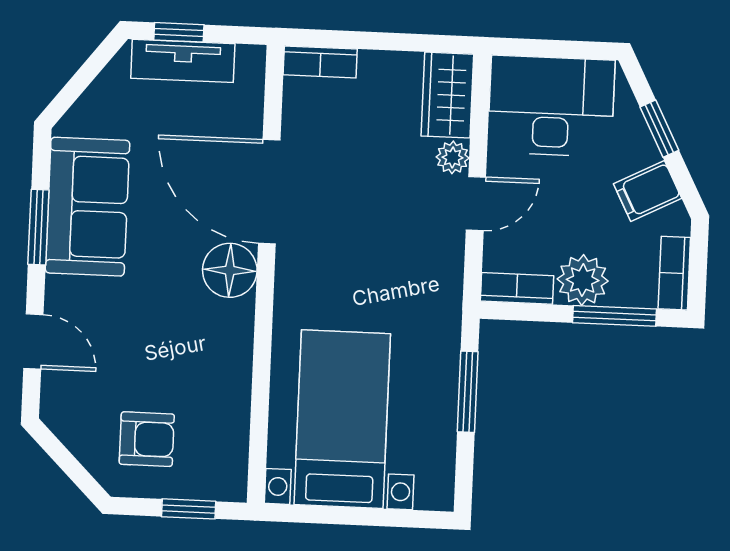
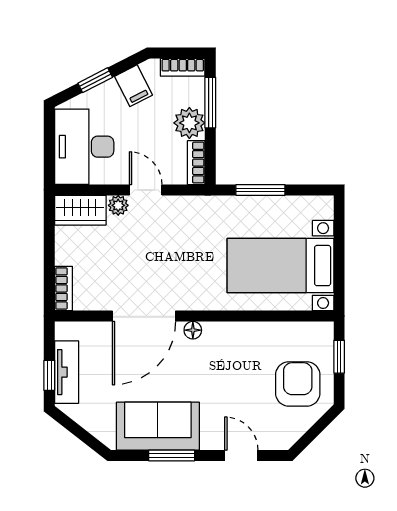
floor lamp: (230, 270) -> (193, 330), width x0.53, depth x0.53
door: (33, 341) -> (241, 456), hinge flipped
armchair: (147, 439) -> (298, 384), width x1.38, depth x1.38

